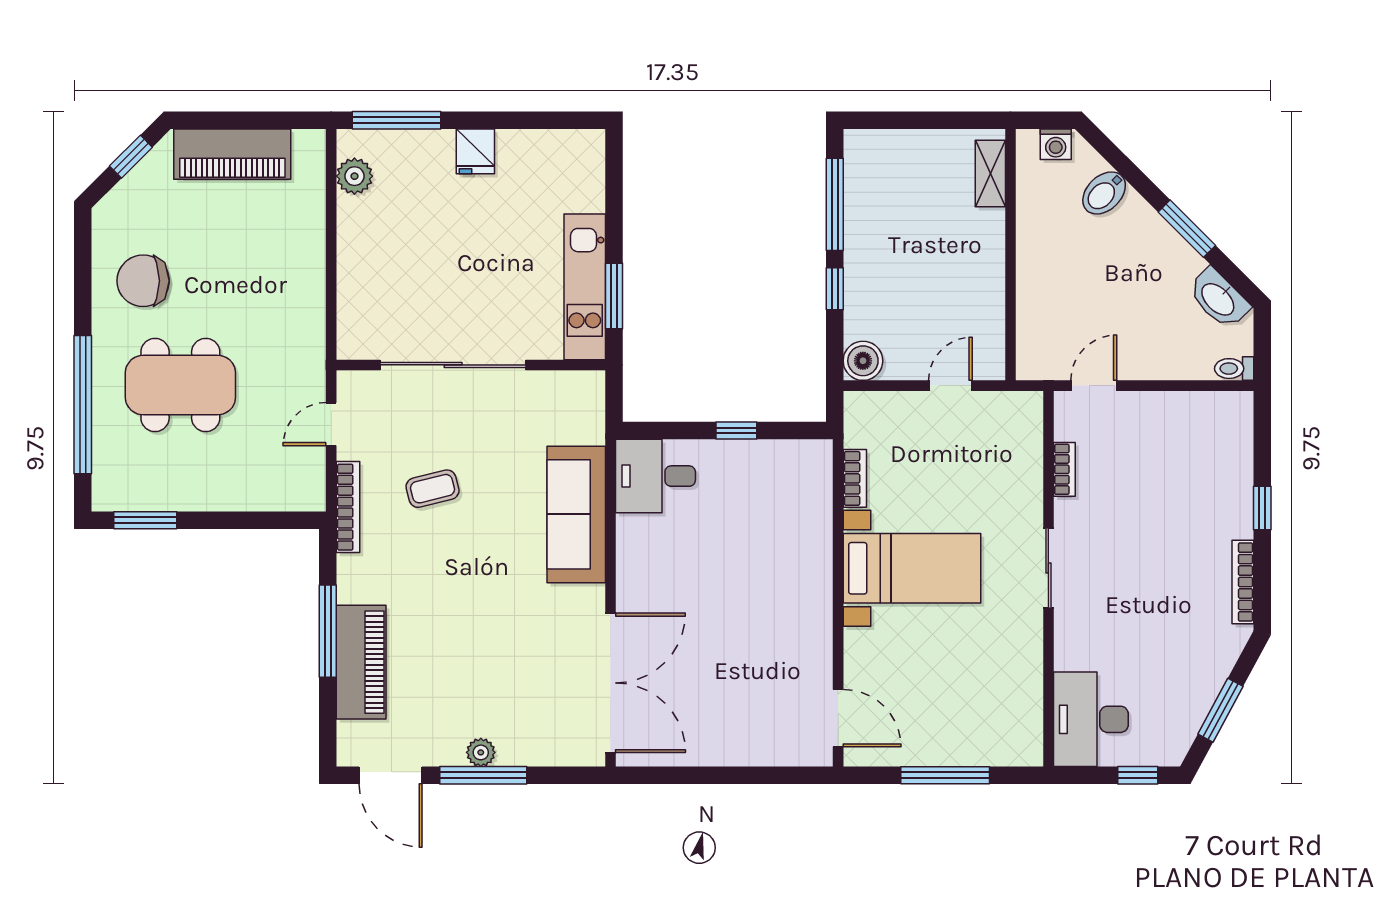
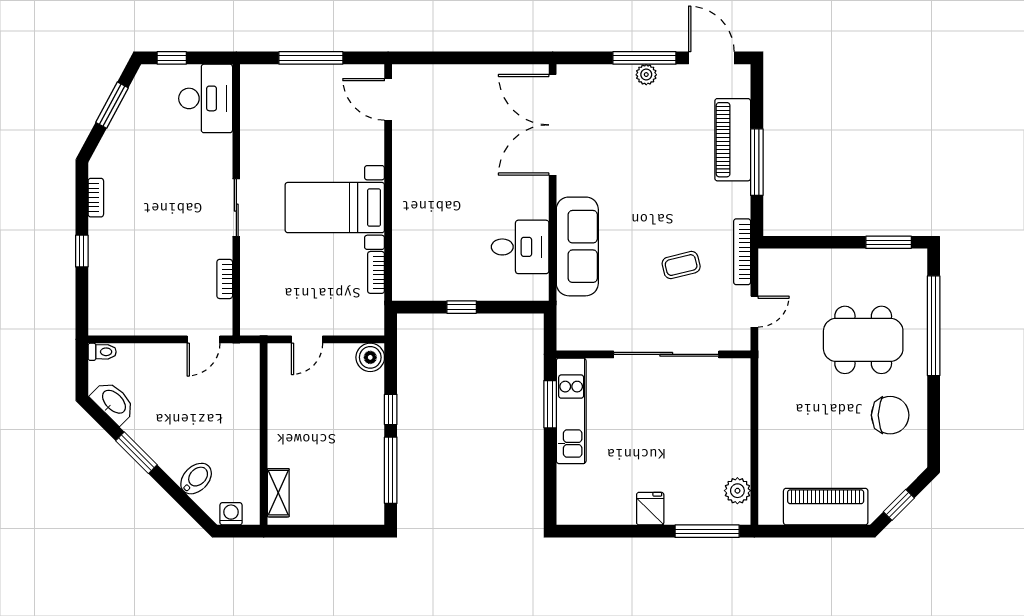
desk: (655, 476) -> (520, 247), moved
bookcase: (1243, 582) -> (96, 198), width x0.64

